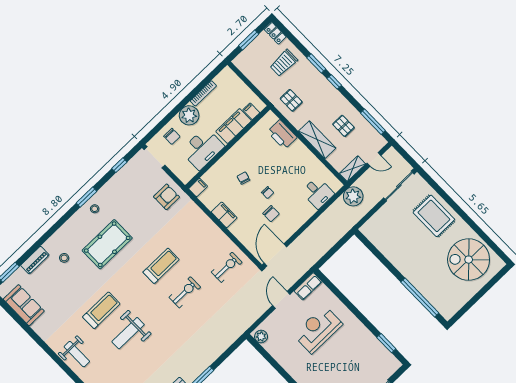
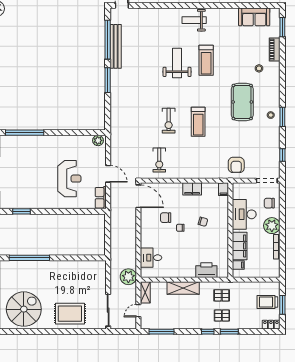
trolley: (284, 63) -> (267, 302), moved, turned -90
pallet: (343, 126) -> (222, 315), moved

